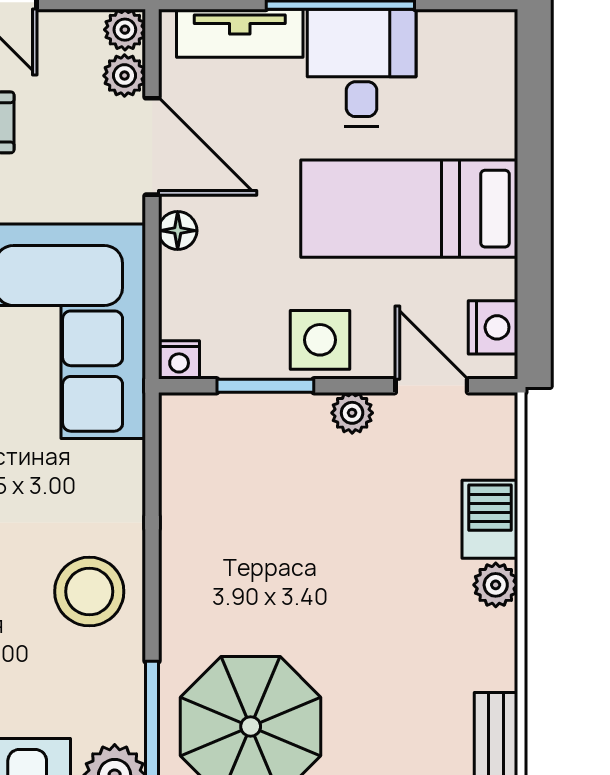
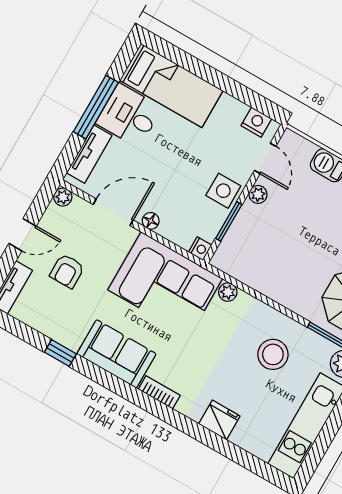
plant: (124, 76) -> (228, 292), moved
bed: (409, 209) -> (171, 86), moved, turned -90
door: (431, 386) -> (265, 158), swing flipped
stool: (89, 592) -> (273, 354), moved

